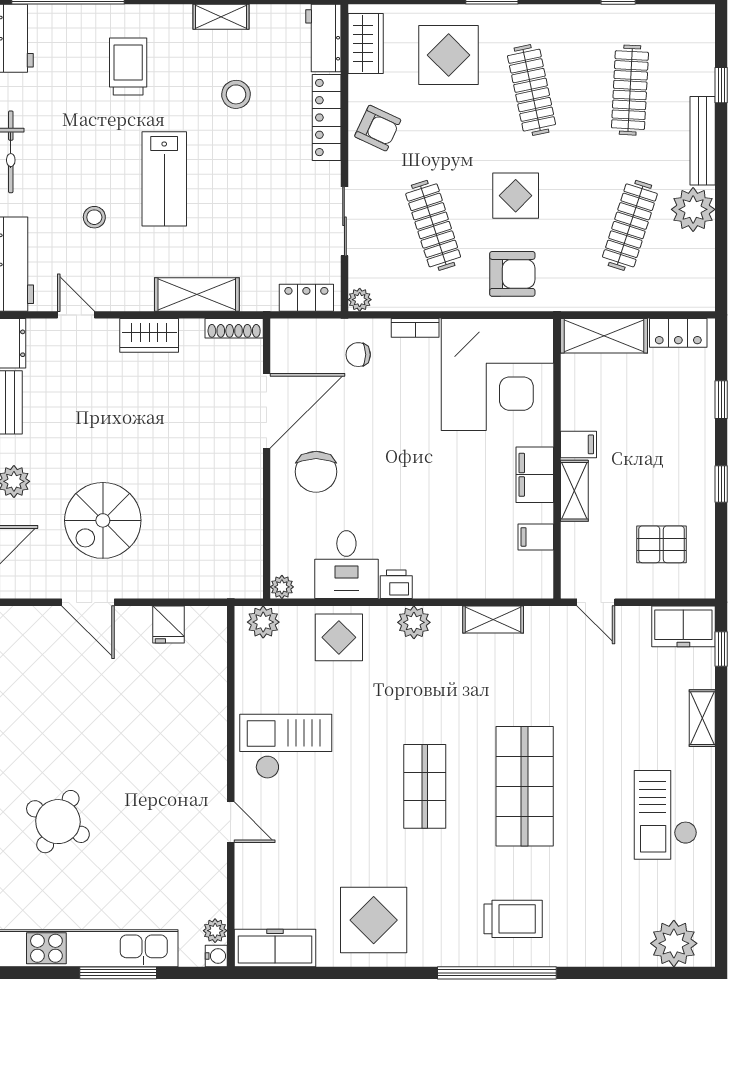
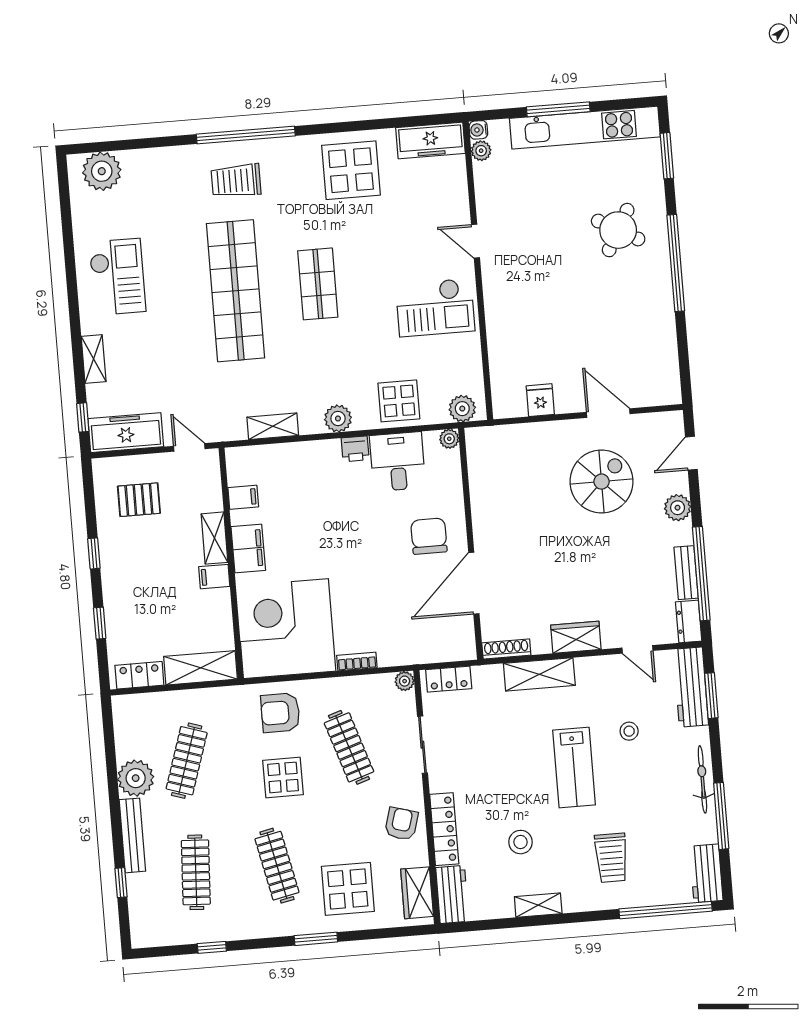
armchair: (378, 128) -> (401, 824), turned 81
lab bench: (164, 179) -> (574, 767), turned 180
chair: (358, 355) -> (402, 636), removed
freezer: (683, 626) -> (126, 433), width x1.40
shop shelf: (525, 786) -> (236, 291), width x1.40

